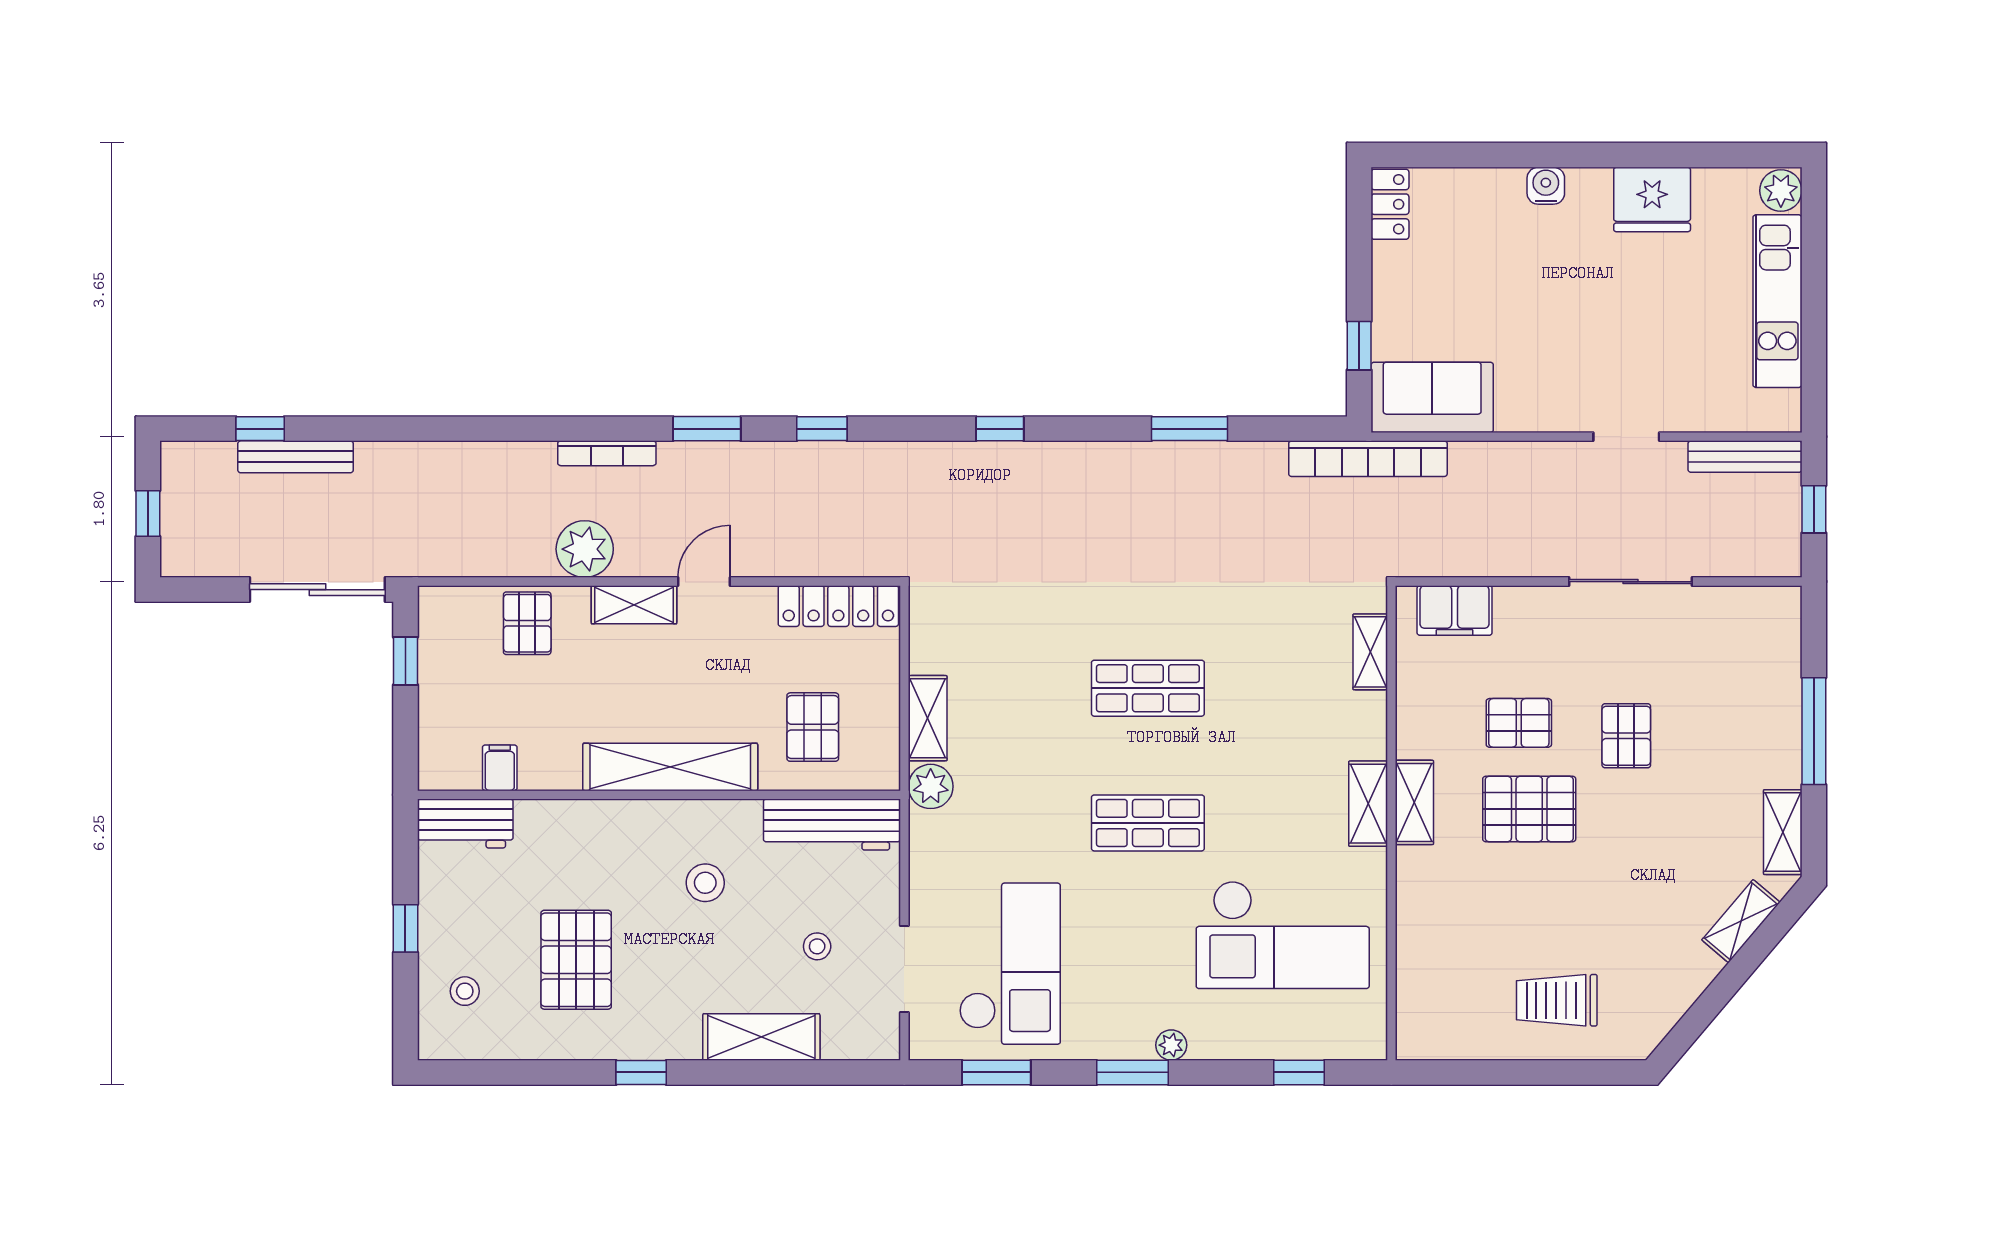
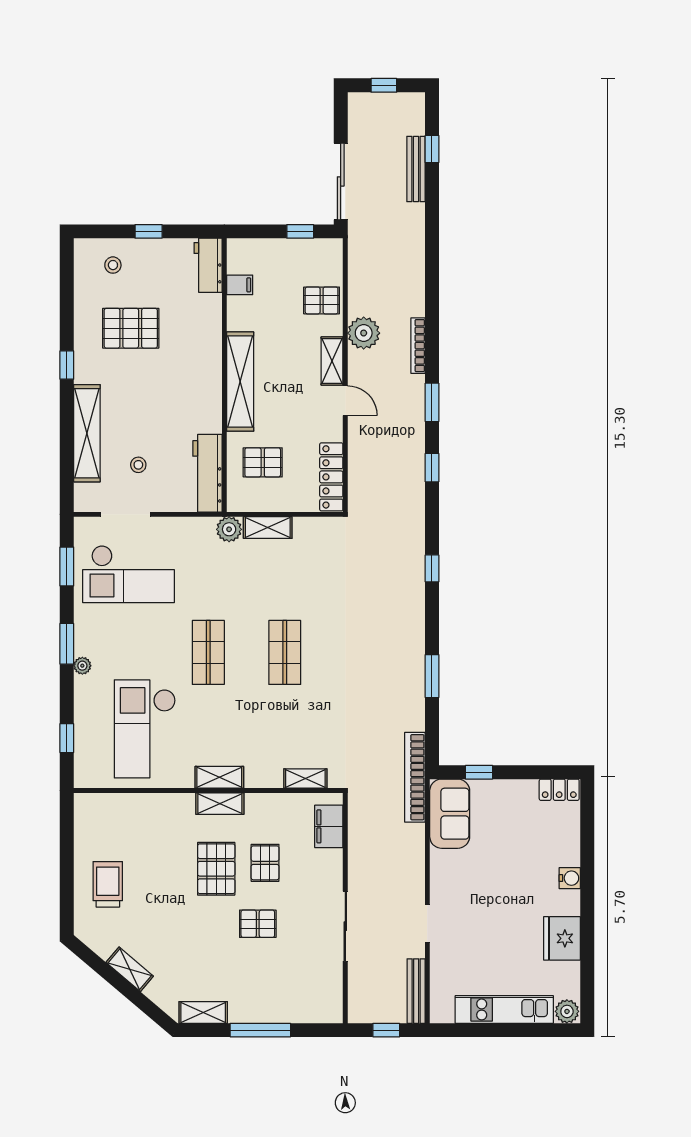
stool: (705, 883) -> (174, 401), removed
shelving: (1741, 921) -> (130, 969), moved
shelving: (761, 1037) -> (87, 433), width x1.47

